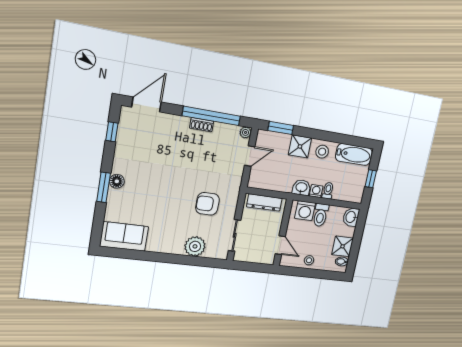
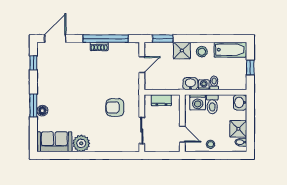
plant: (246, 132) -> (135, 47), removed
floor lamp: (117, 181) -> (42, 111), moved
dresser: (264, 203) -> (161, 100), width x0.70
plant: (195, 246) -> (81, 143), moved

